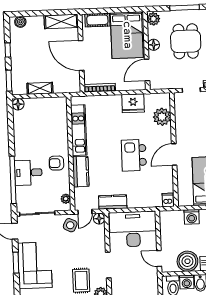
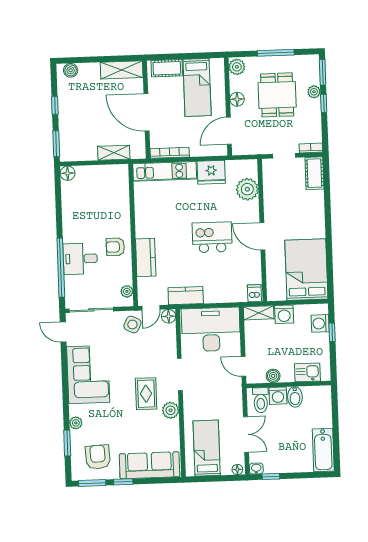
bed: (127, 35) -> (197, 87), width x0.67
shelving: (40, 88) -> (114, 153), moved
kitchen unit: (79, 130) -> (165, 171), moved, turned 90
door: (174, 154) -> (262, 236), hinge flipped
kitchen island: (134, 155) -> (212, 237), turned 90
shelving: (171, 216) -> (259, 313), added
boiler: (187, 261) -> (273, 376), width x0.54, depth x0.54
window: (16, 263) -> (65, 371), removed

